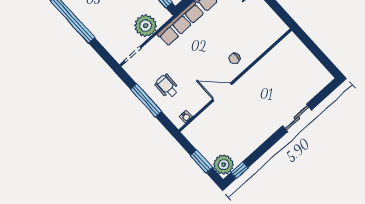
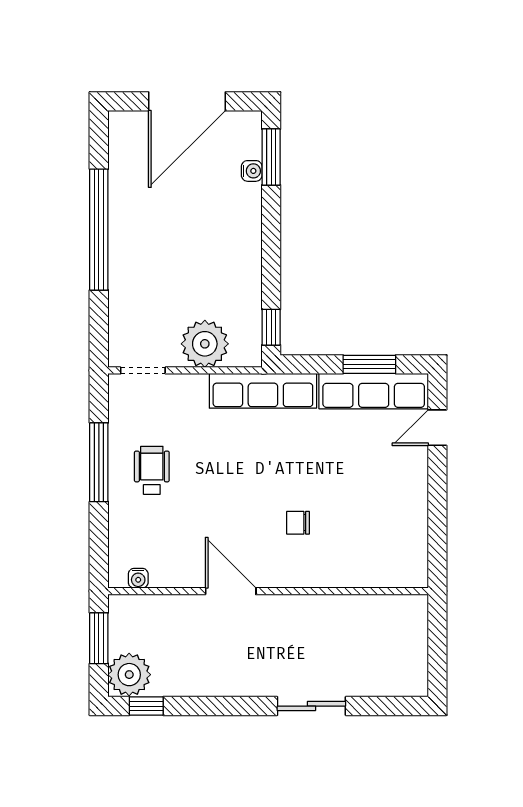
wall: (235, 80) -> (268, 591), moved
door: (222, 92) -> (231, 591), moved
water cooler: (186, 117) -> (138, 578), moved

